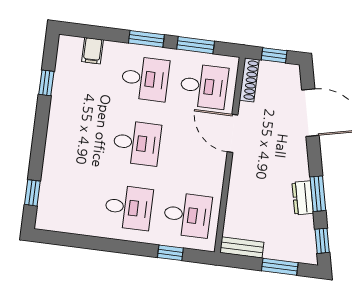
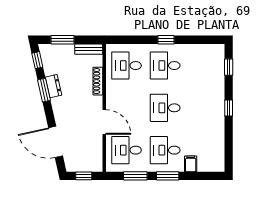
filing cabinet: (92, 51) -> (191, 164), moved
shoe rack: (249, 80) -> (98, 81), moved
window: (46, 83) -> (229, 108), moved
window: (170, 253) -> (166, 40), moved

